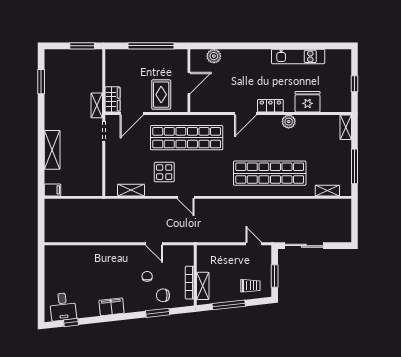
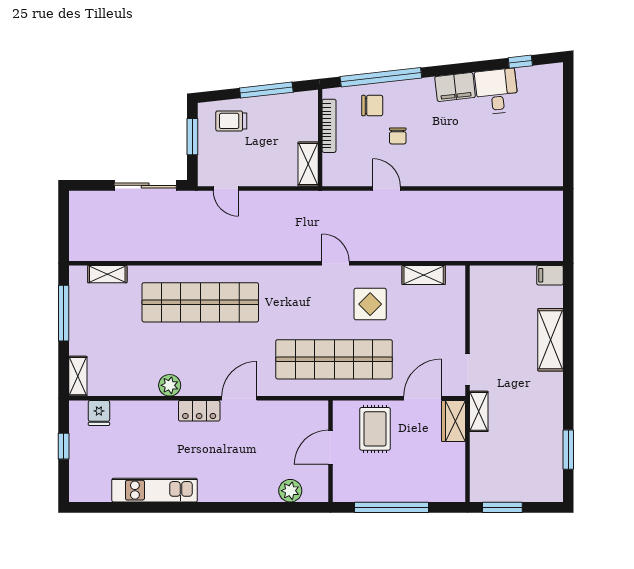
fridge: (308, 102) -> (99, 413), moved, width x0.53, depth x0.75
shelving: (203, 286) -> (308, 164), moved
desk: (63, 307) -> (497, 91), moved
window: (158, 313) -> (381, 77), width x2.11

